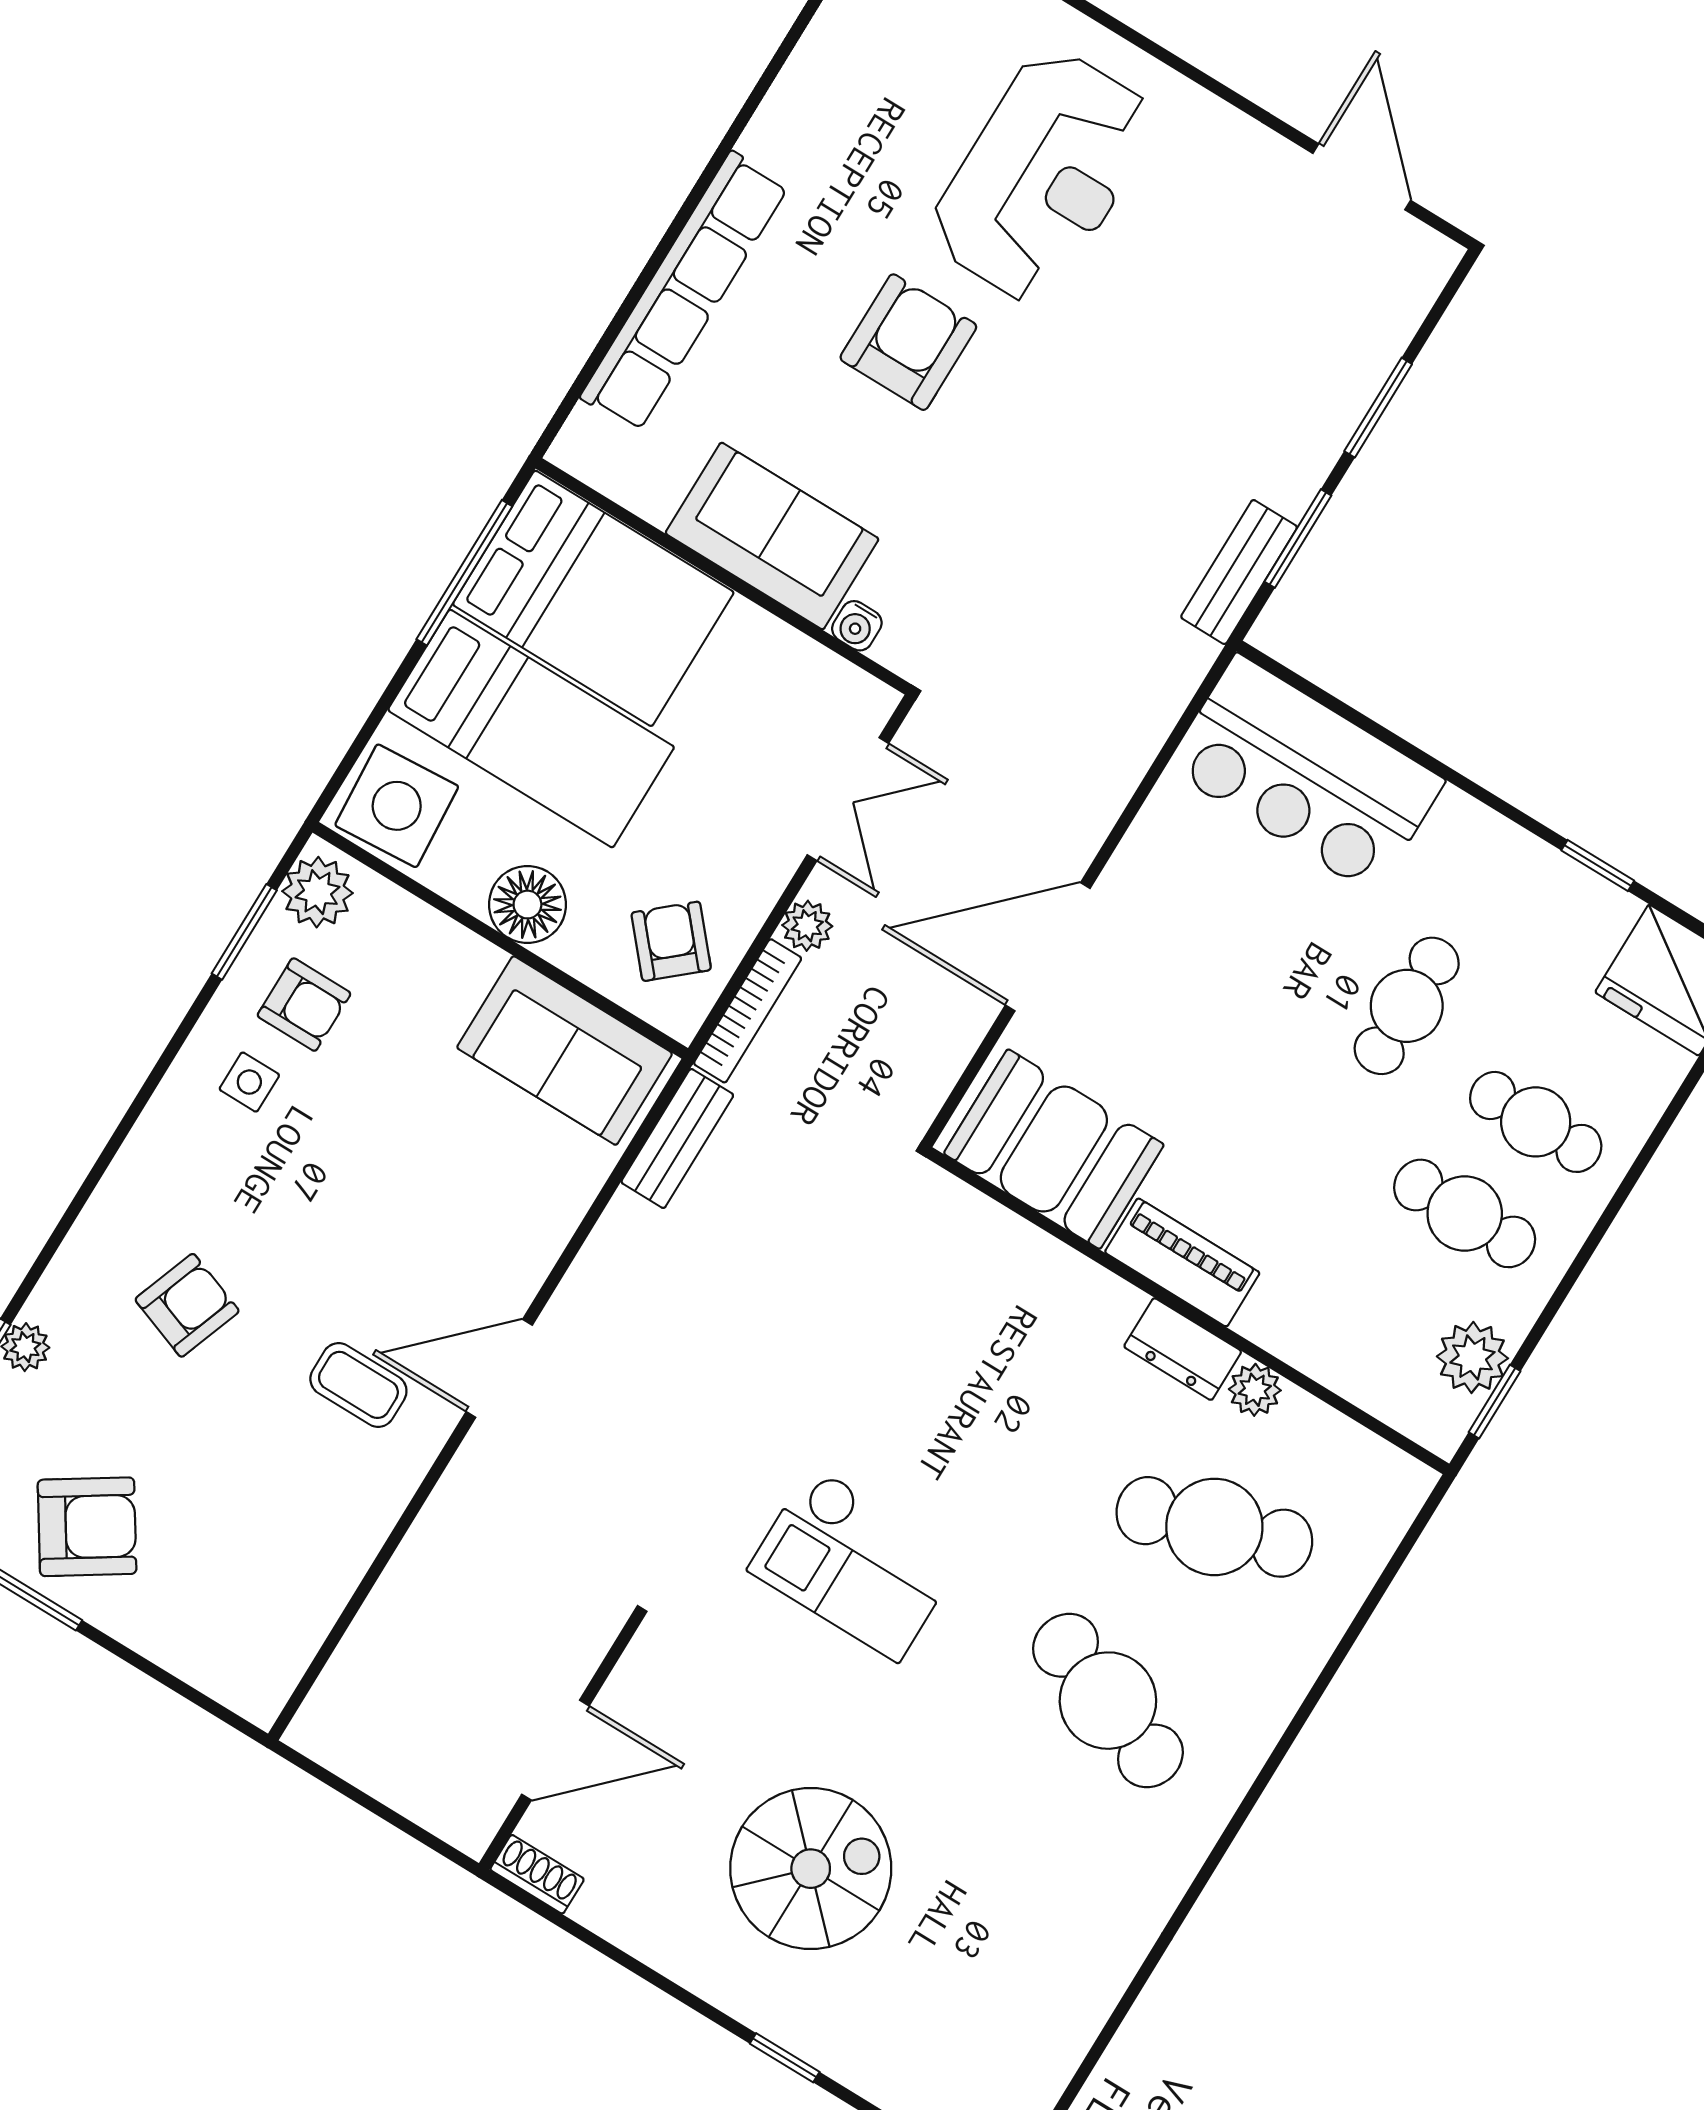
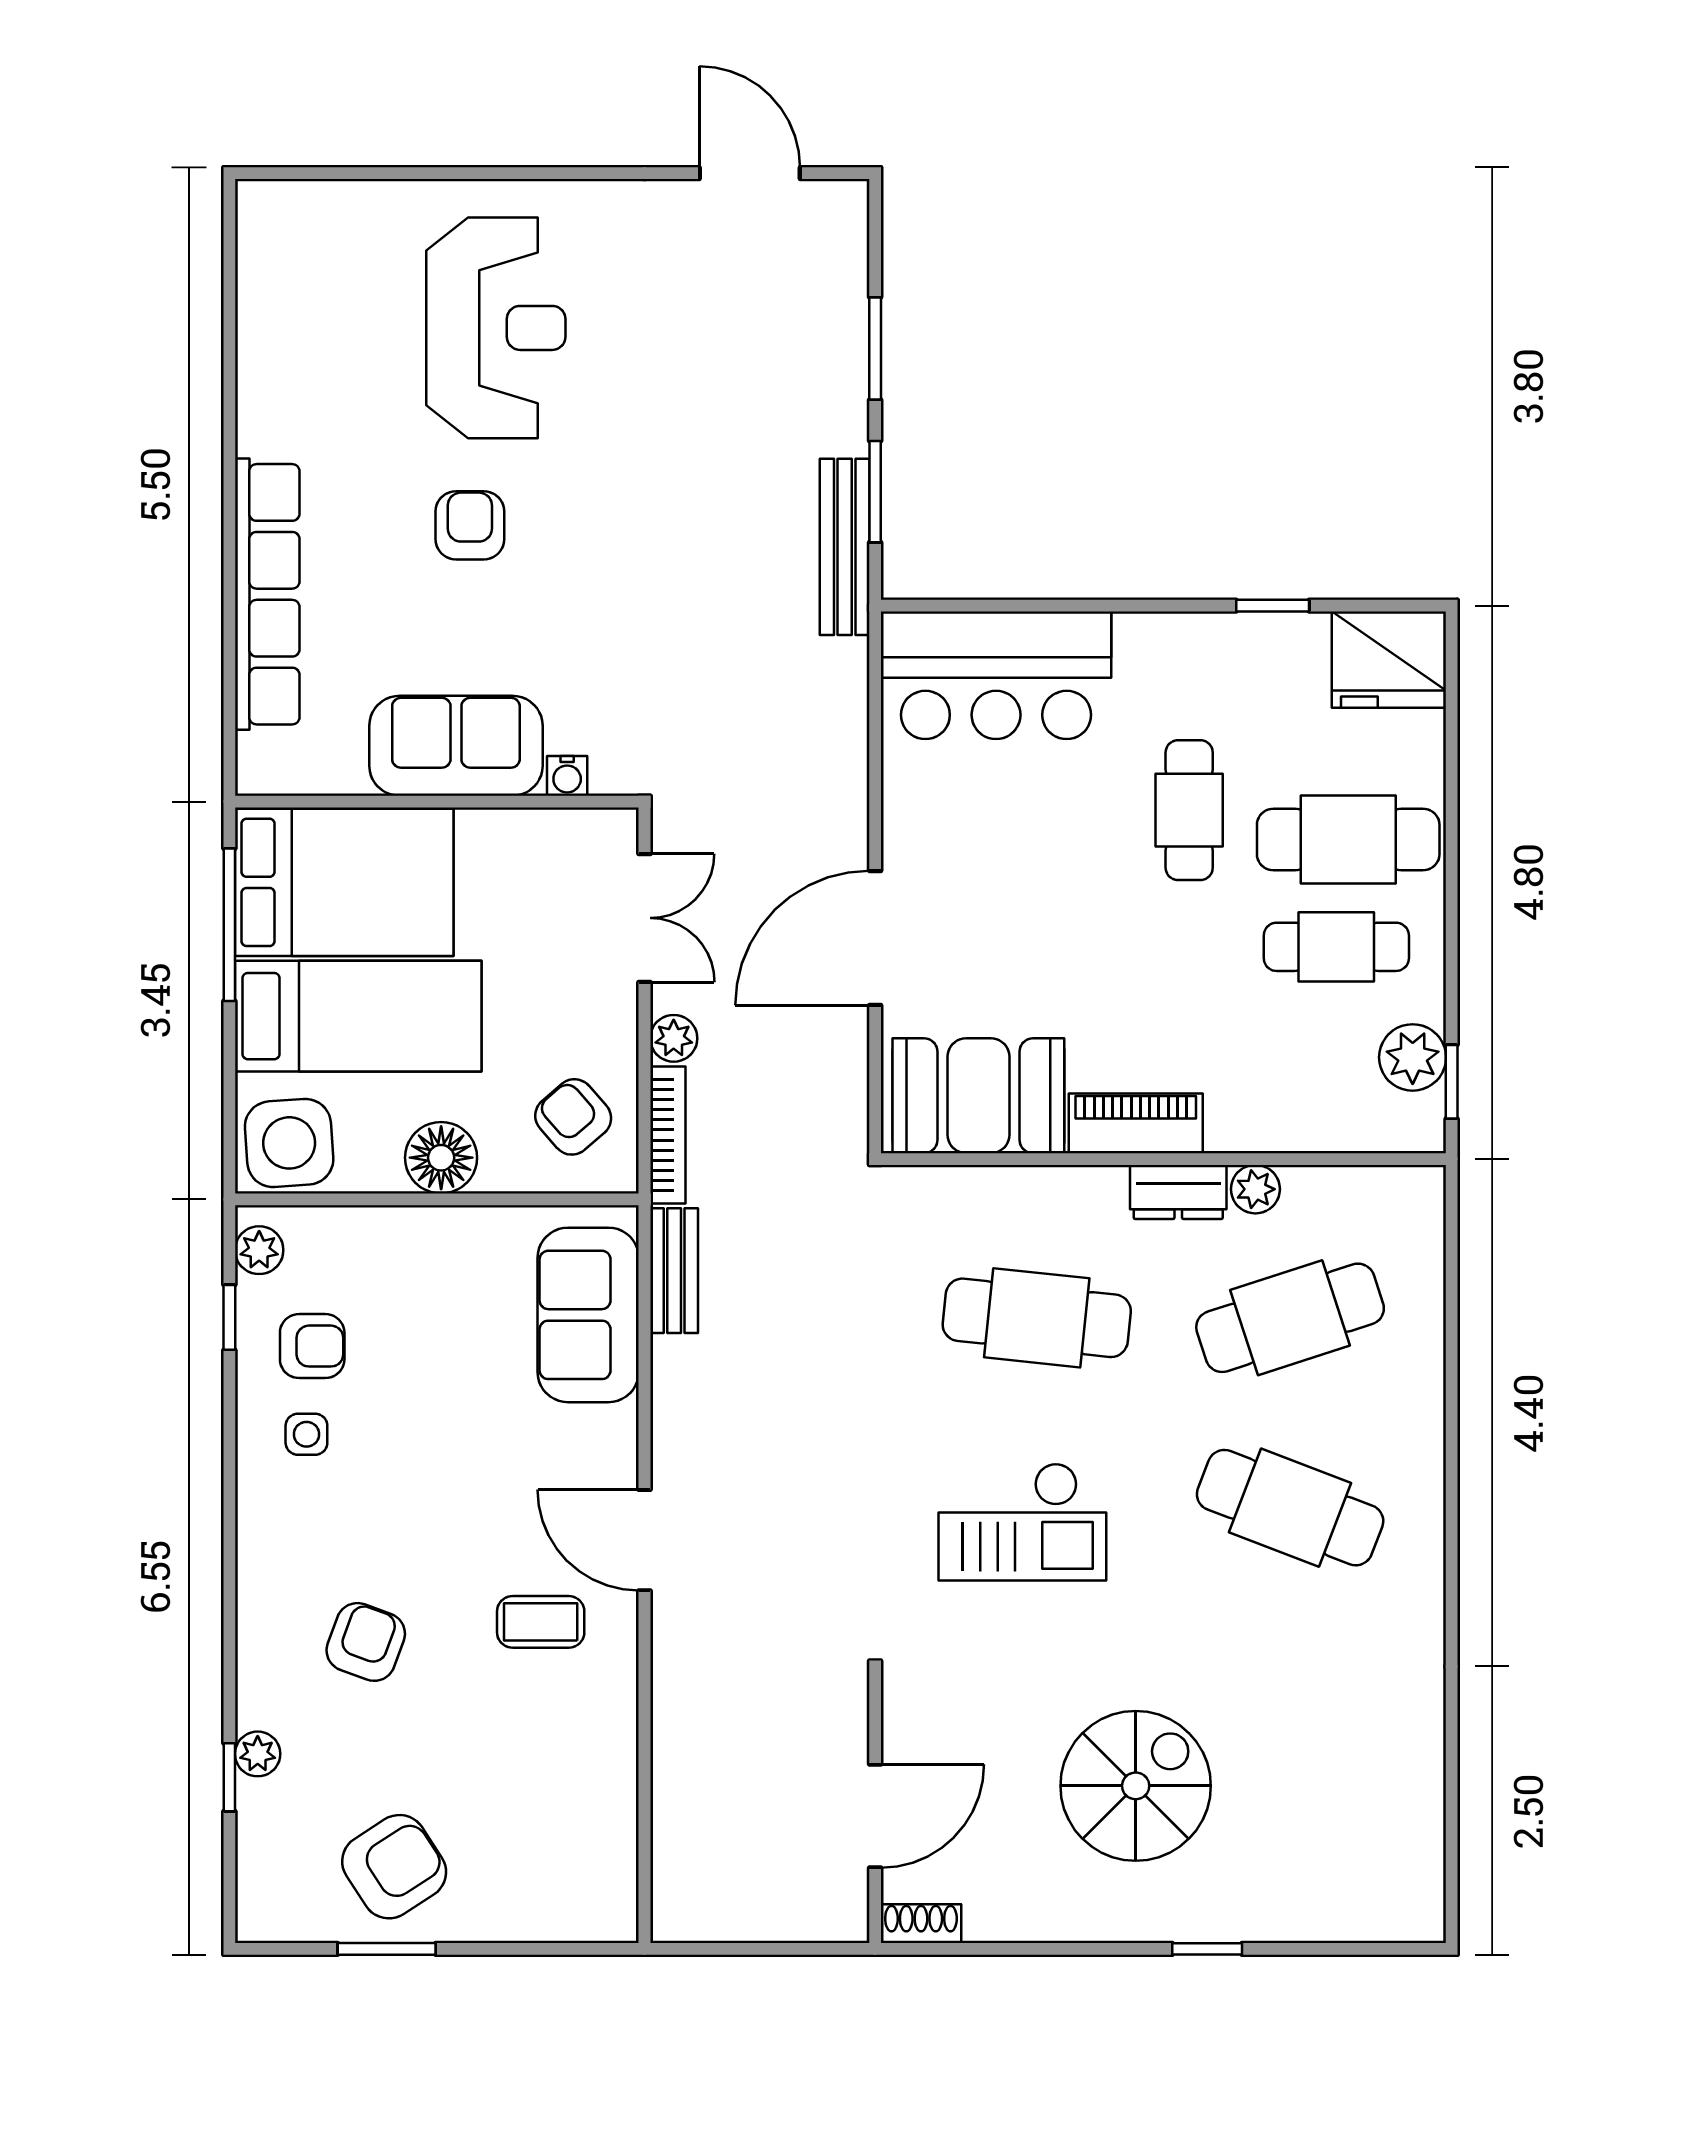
armchair: (908, 342) -> (470, 525), width x0.72, depth x0.72
bench: (1239, 572) -> (845, 547), width x1.36
plant: (317, 892) -> (259, 1250), width x0.73, depth x0.73
window: (244, 932) -> (229, 1317), width x0.67
sofa: (565, 1051) -> (588, 1315), moved, turned 90
cafe table: (1536, 1122) -> (1348, 840), width x1.37, depth x1.35
door: (499, 1368) -> (644, 1540), hinge flipped
cafe table: (983, 1385) -> (1037, 1318), added

